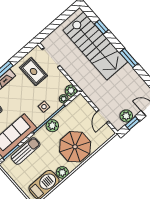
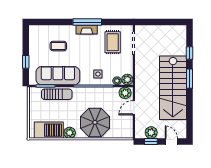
stairs: (95, 46) -> (173, 88), moved
window: (129, 58) -> (189, 79), moved
door: (103, 116) -> (134, 108), moved
plant: (52, 126) -> (125, 93), moved

